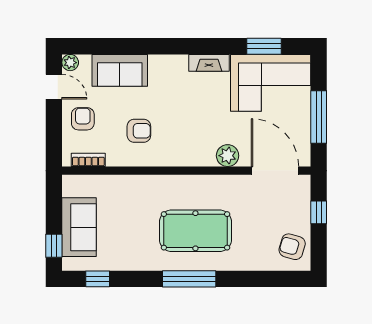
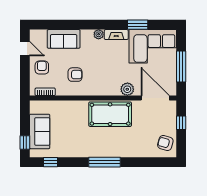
window: (264, 46) -> (138, 25), moved
plant: (70, 63) -> (99, 34), moved
pool table: (195, 231) -> (110, 114), moved

